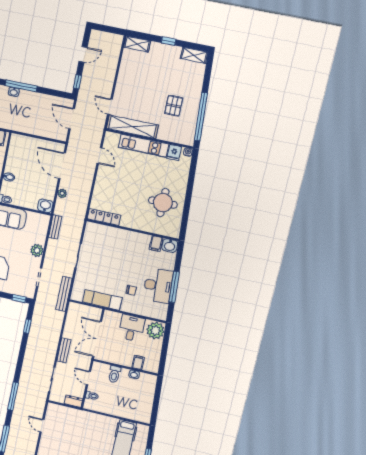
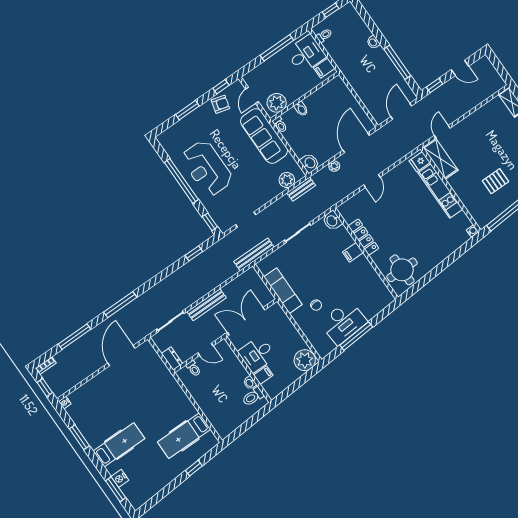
window: (21, 86) -> (397, 62), moved
shelving: (132, 127) -> (440, 159), width x0.68
fridge: (174, 152) -> (420, 162), moved
door: (99, 156) -> (372, 181), moved
round table: (163, 203) -> (402, 270), moved
locker: (104, 217) -> (363, 237), moved
filing cabinet: (156, 244) -> (353, 252), moved
washbasin: (170, 246) -> (332, 221), moved
plant: (37, 250) -> (287, 180), moved
desk: (132, 328) -> (257, 354), moved, turned 180
bench: (64, 350) -> (207, 305), width x1.36
toilet: (114, 374) -> (253, 397), moved
door: (88, 378) -> (206, 349), swing flipped
door: (42, 426) -> (121, 356), width x1.87

